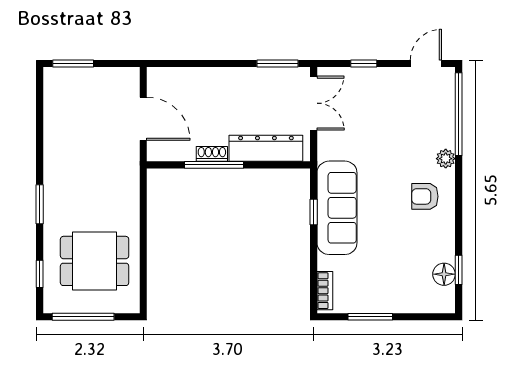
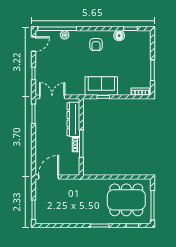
door: (426, 64) -> (34, 44), swing flipped
door: (143, 119) -> (48, 177), moved
plant: (446, 159) -> (65, 35), moved
sofa: (337, 208) -> (101, 86), width x0.73
dining table: (95, 261) -> (126, 200), width x1.37
floor lamp: (444, 274) -> (119, 36), moved

